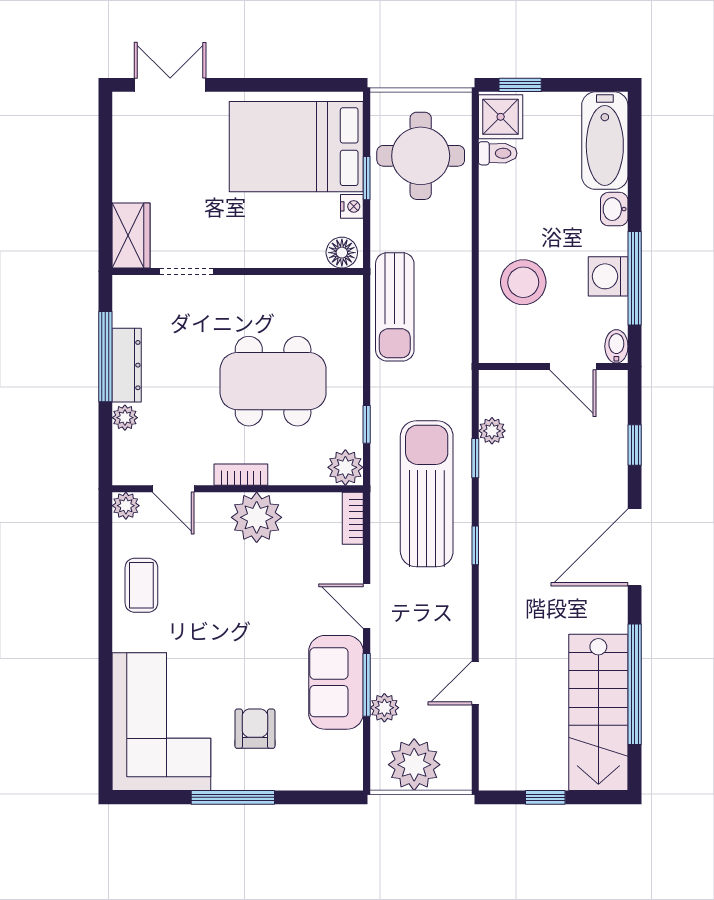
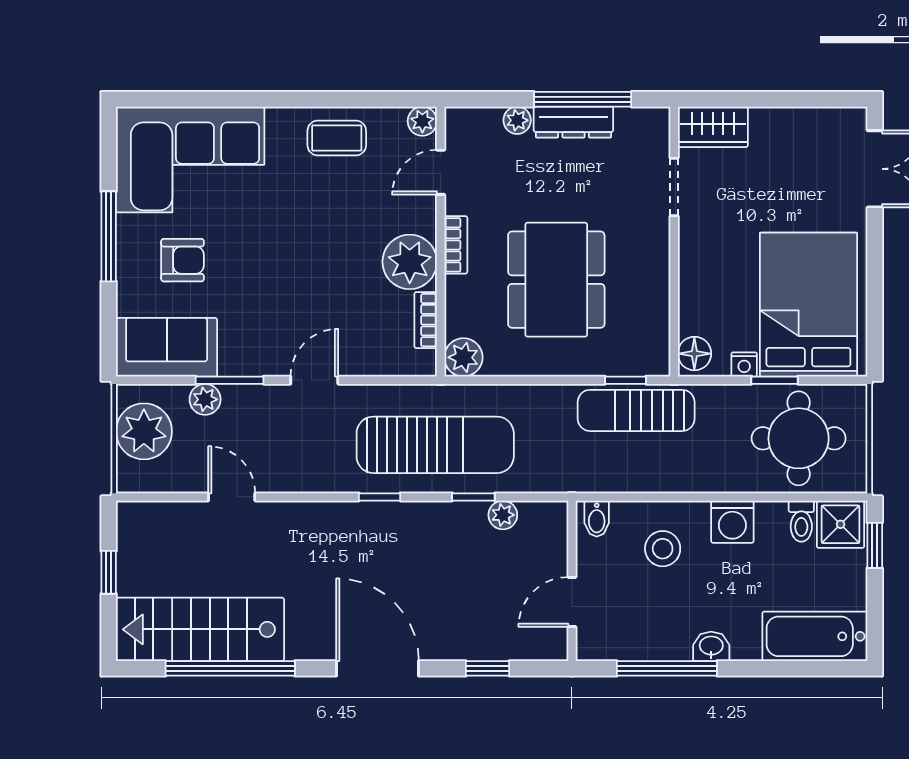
washbasin: (614, 209) -> (711, 646), moved
washing machine: (608, 276) -> (732, 522), moved, turned 180
stool: (523, 282) -> (663, 549), width x0.73, depth x0.73
bidet: (616, 346) -> (597, 519), moved, turned 90
window: (367, 424) -> (625, 380), moved
bookcase: (353, 518) -> (426, 320), moved, turned -90
sofa: (336, 682) -> (167, 347), moved

